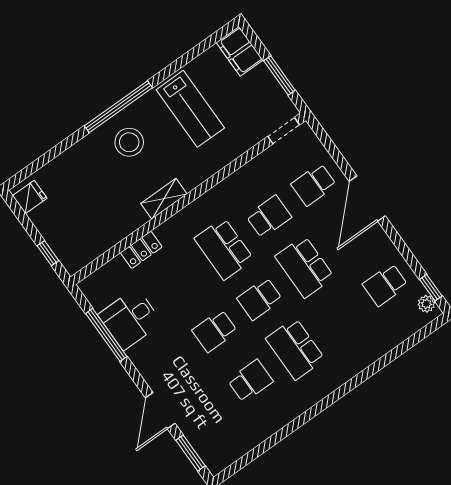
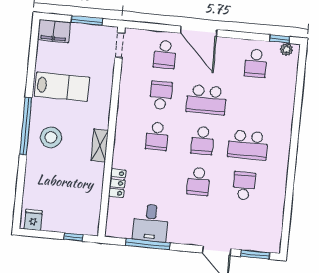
school desk: (224, 249) -> (157, 136), width x0.54

